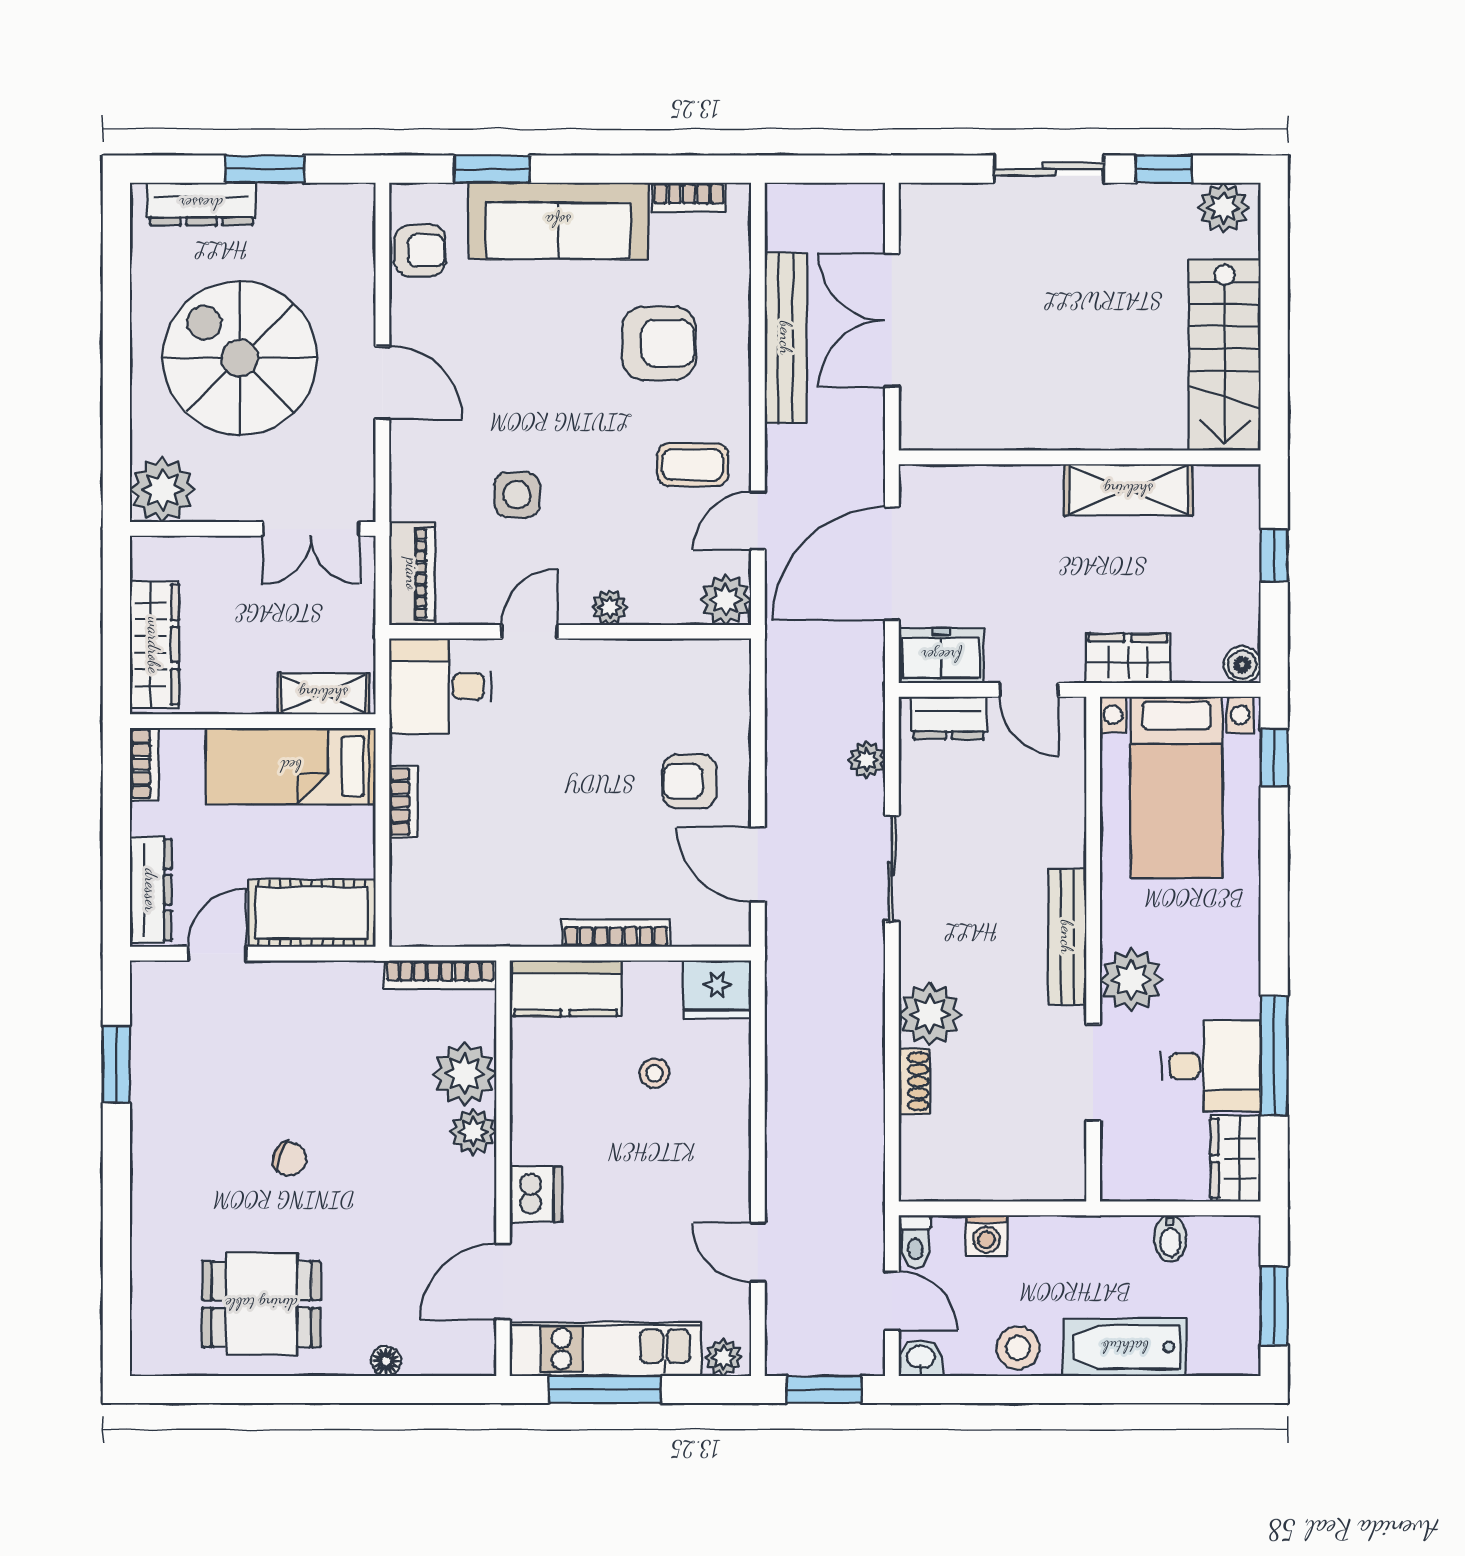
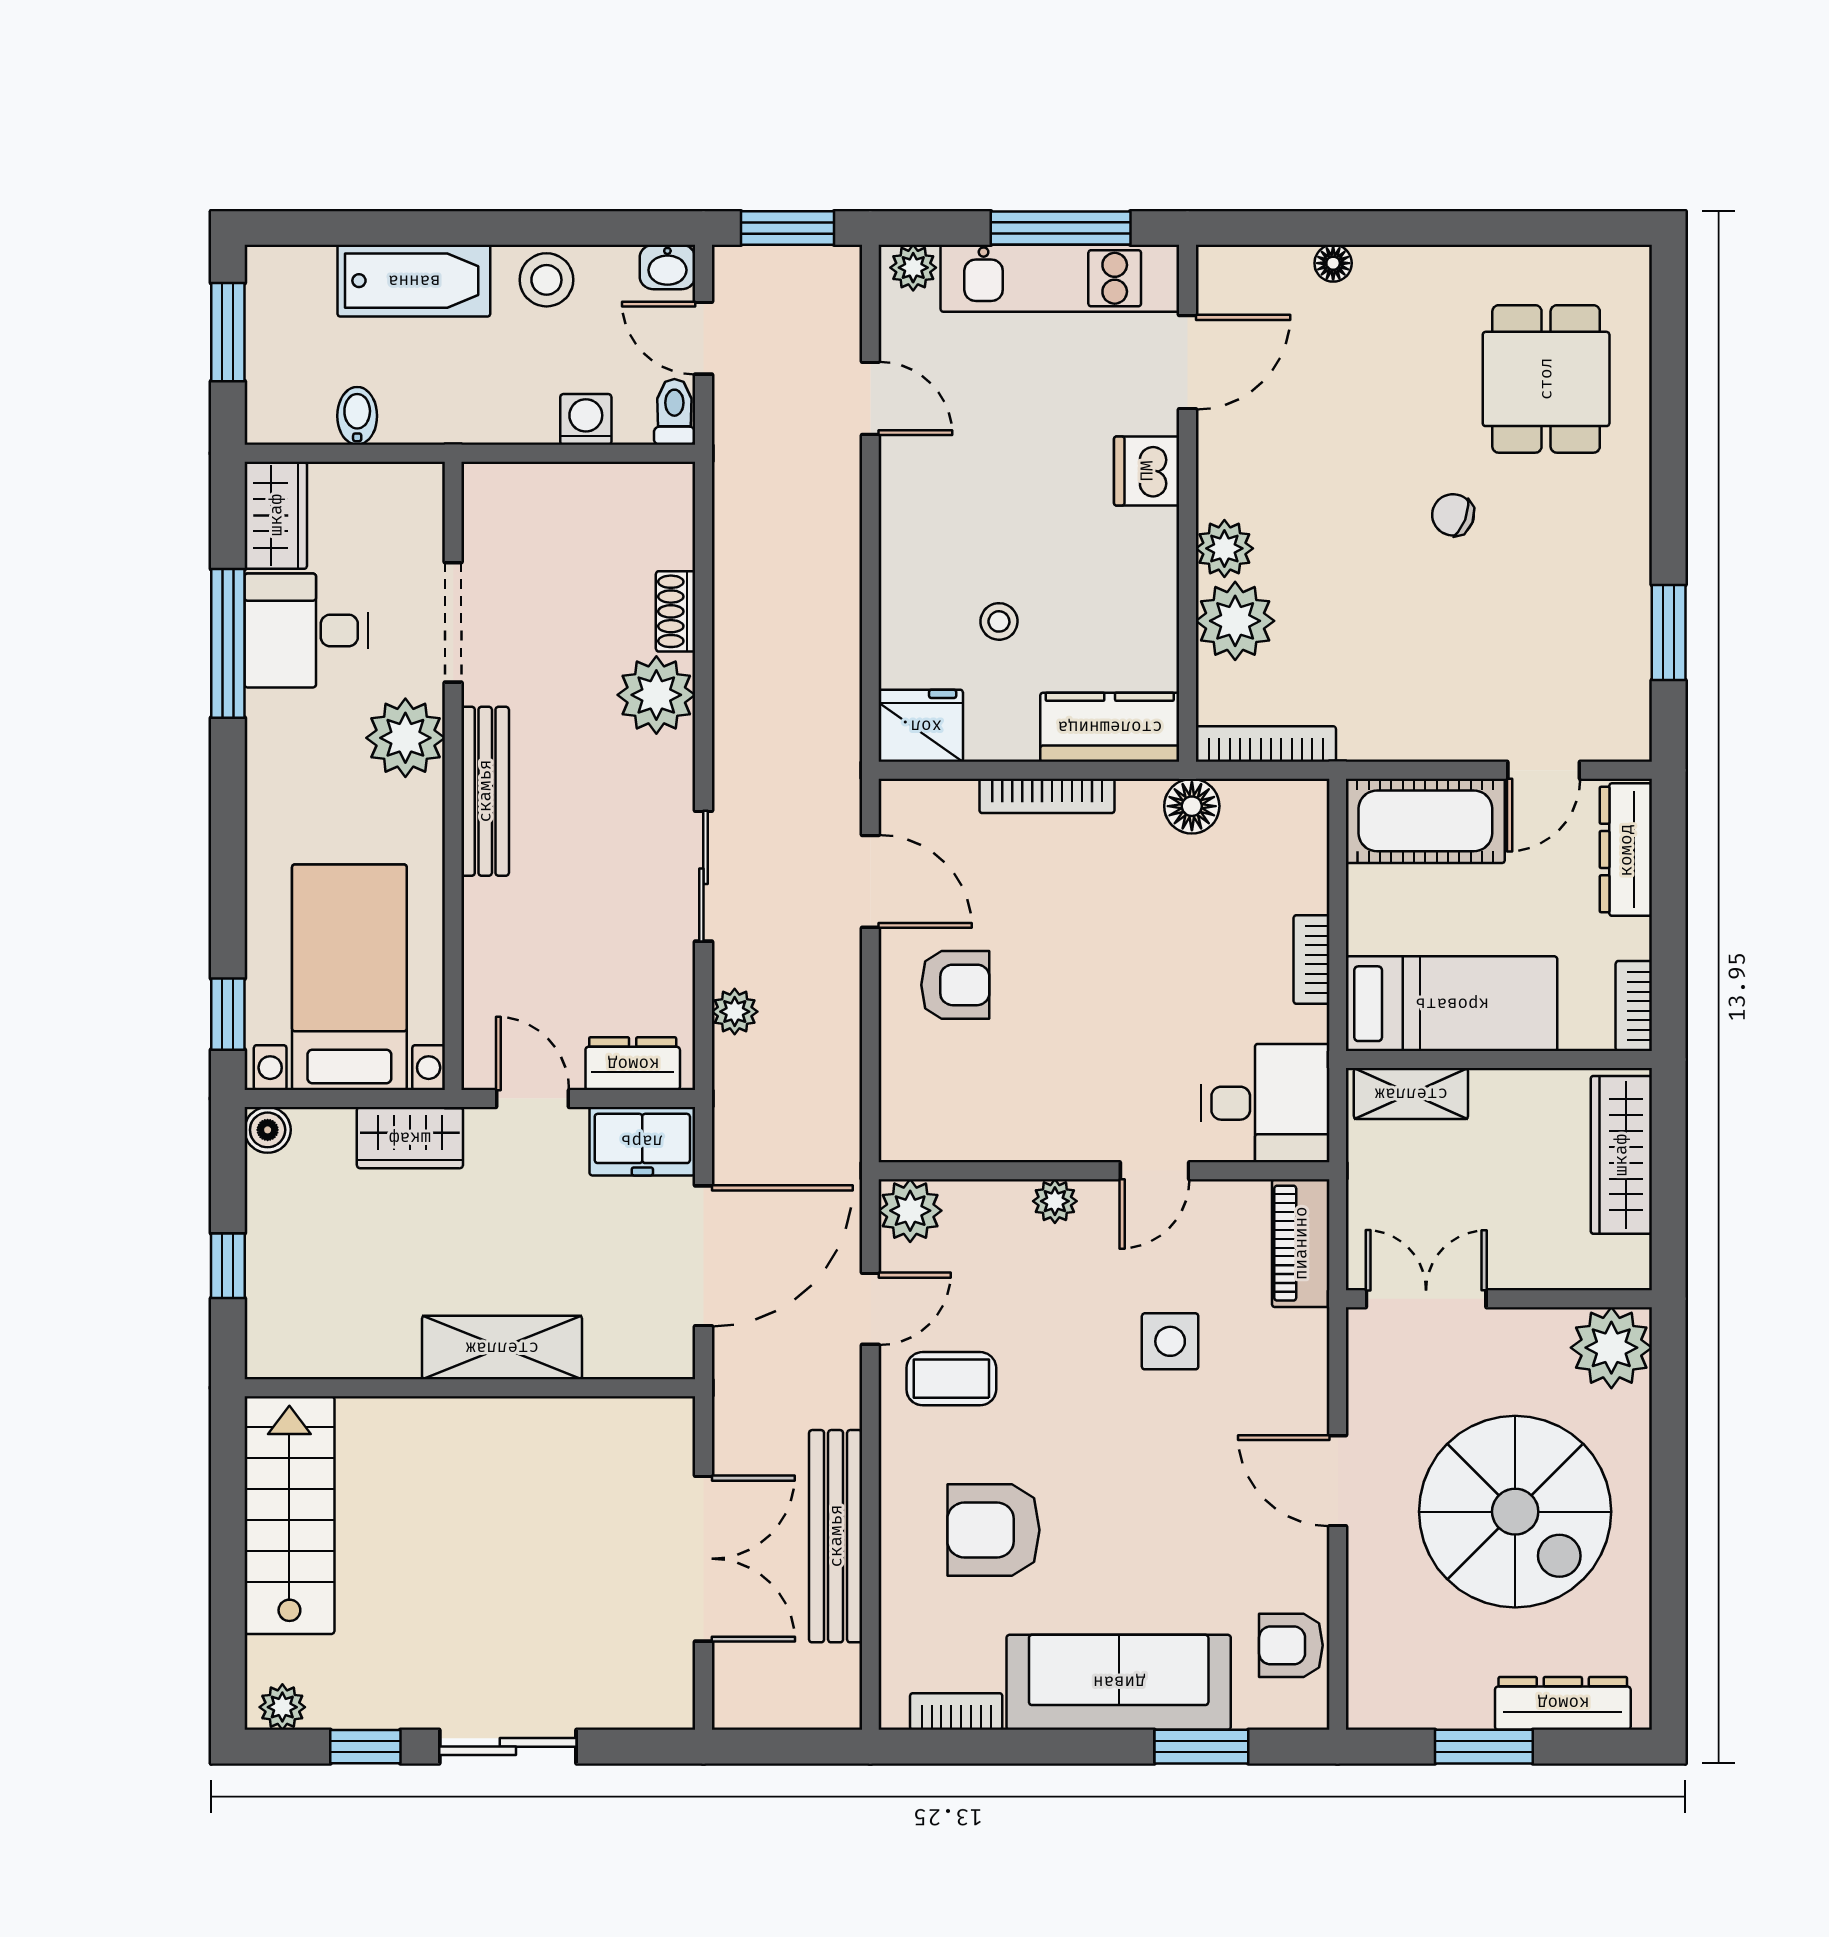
plant: (1223, 208) -> (282, 1707), width x0.73, depth x0.73
shelving: (1128, 490) -> (502, 1348), moved
floor lamp: (500, 925) -> (1192, 806), added
dining table: (261, 1304) -> (1546, 379), moved, turned 90

